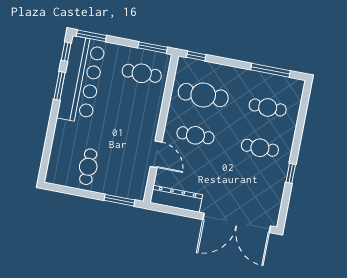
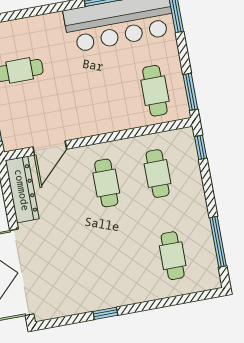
cafe table: (203, 95) -> (158, 174), width x0.73, depth x0.74
cafe table: (260, 148) -> (121, 265), removed
door: (156, 154) -> (50, 148), moved

